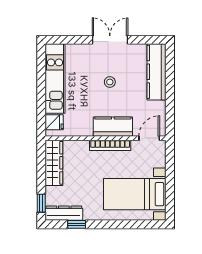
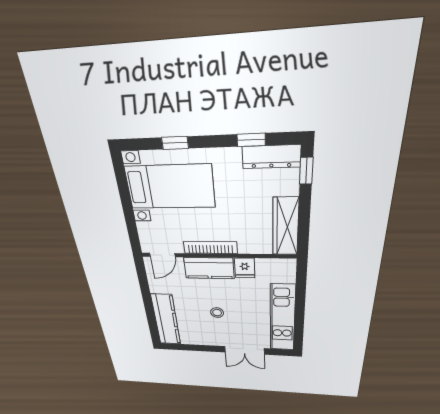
double door: (110, 40) -> (244, 350), moved
fridge: (54, 122) -> (245, 268), moved, turned -90
window: (127, 224) -> (175, 143), added

